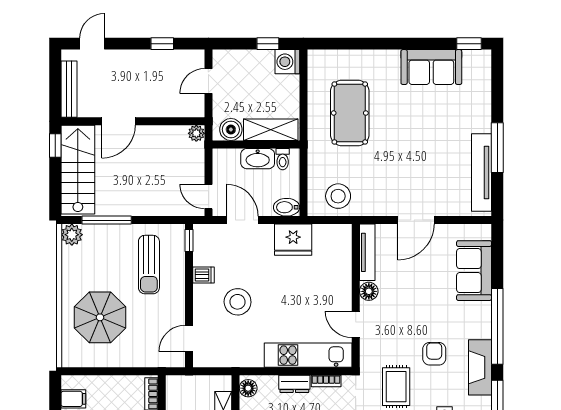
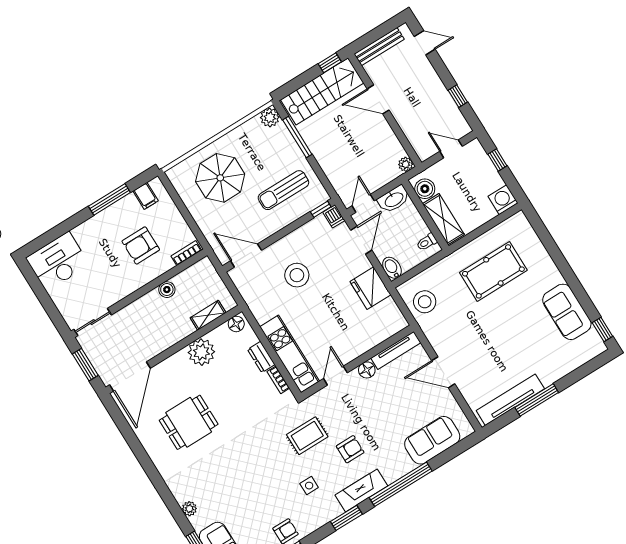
window: (268, 44) -> (497, 160), moved
washbasin: (258, 159) -> (394, 199), moved, turned -90
dishwasher: (203, 275) -> (334, 216), moved
door: (189, 338) -> (246, 255), width x1.38

